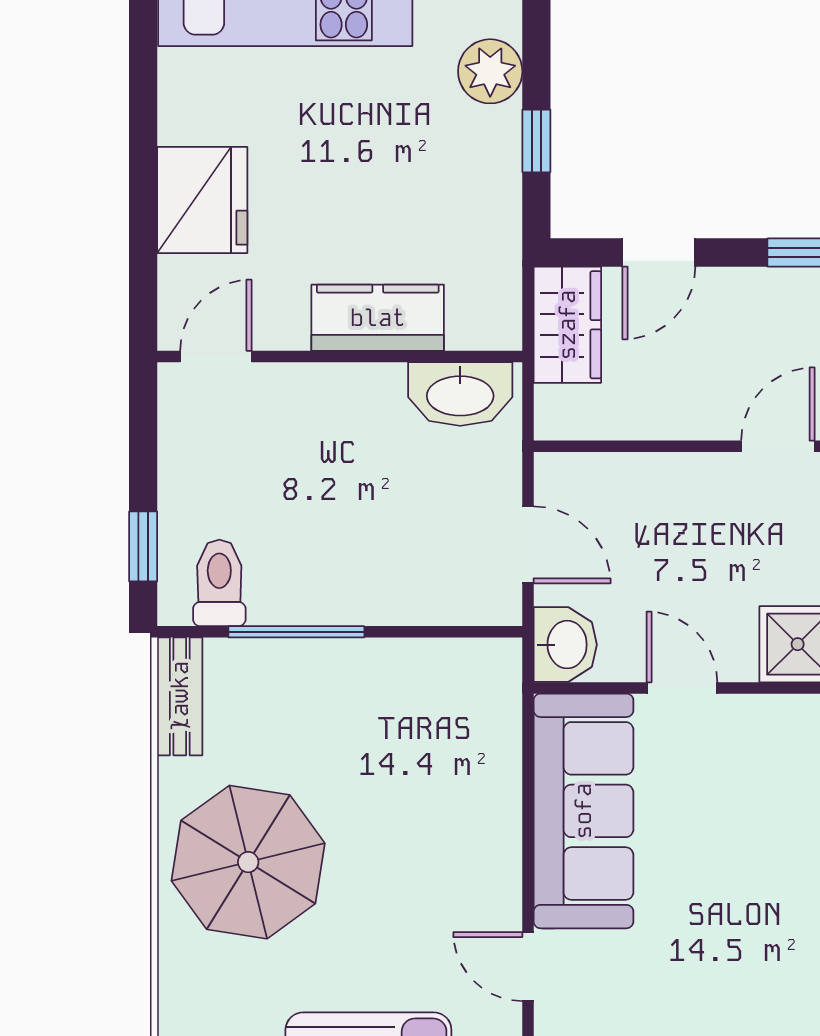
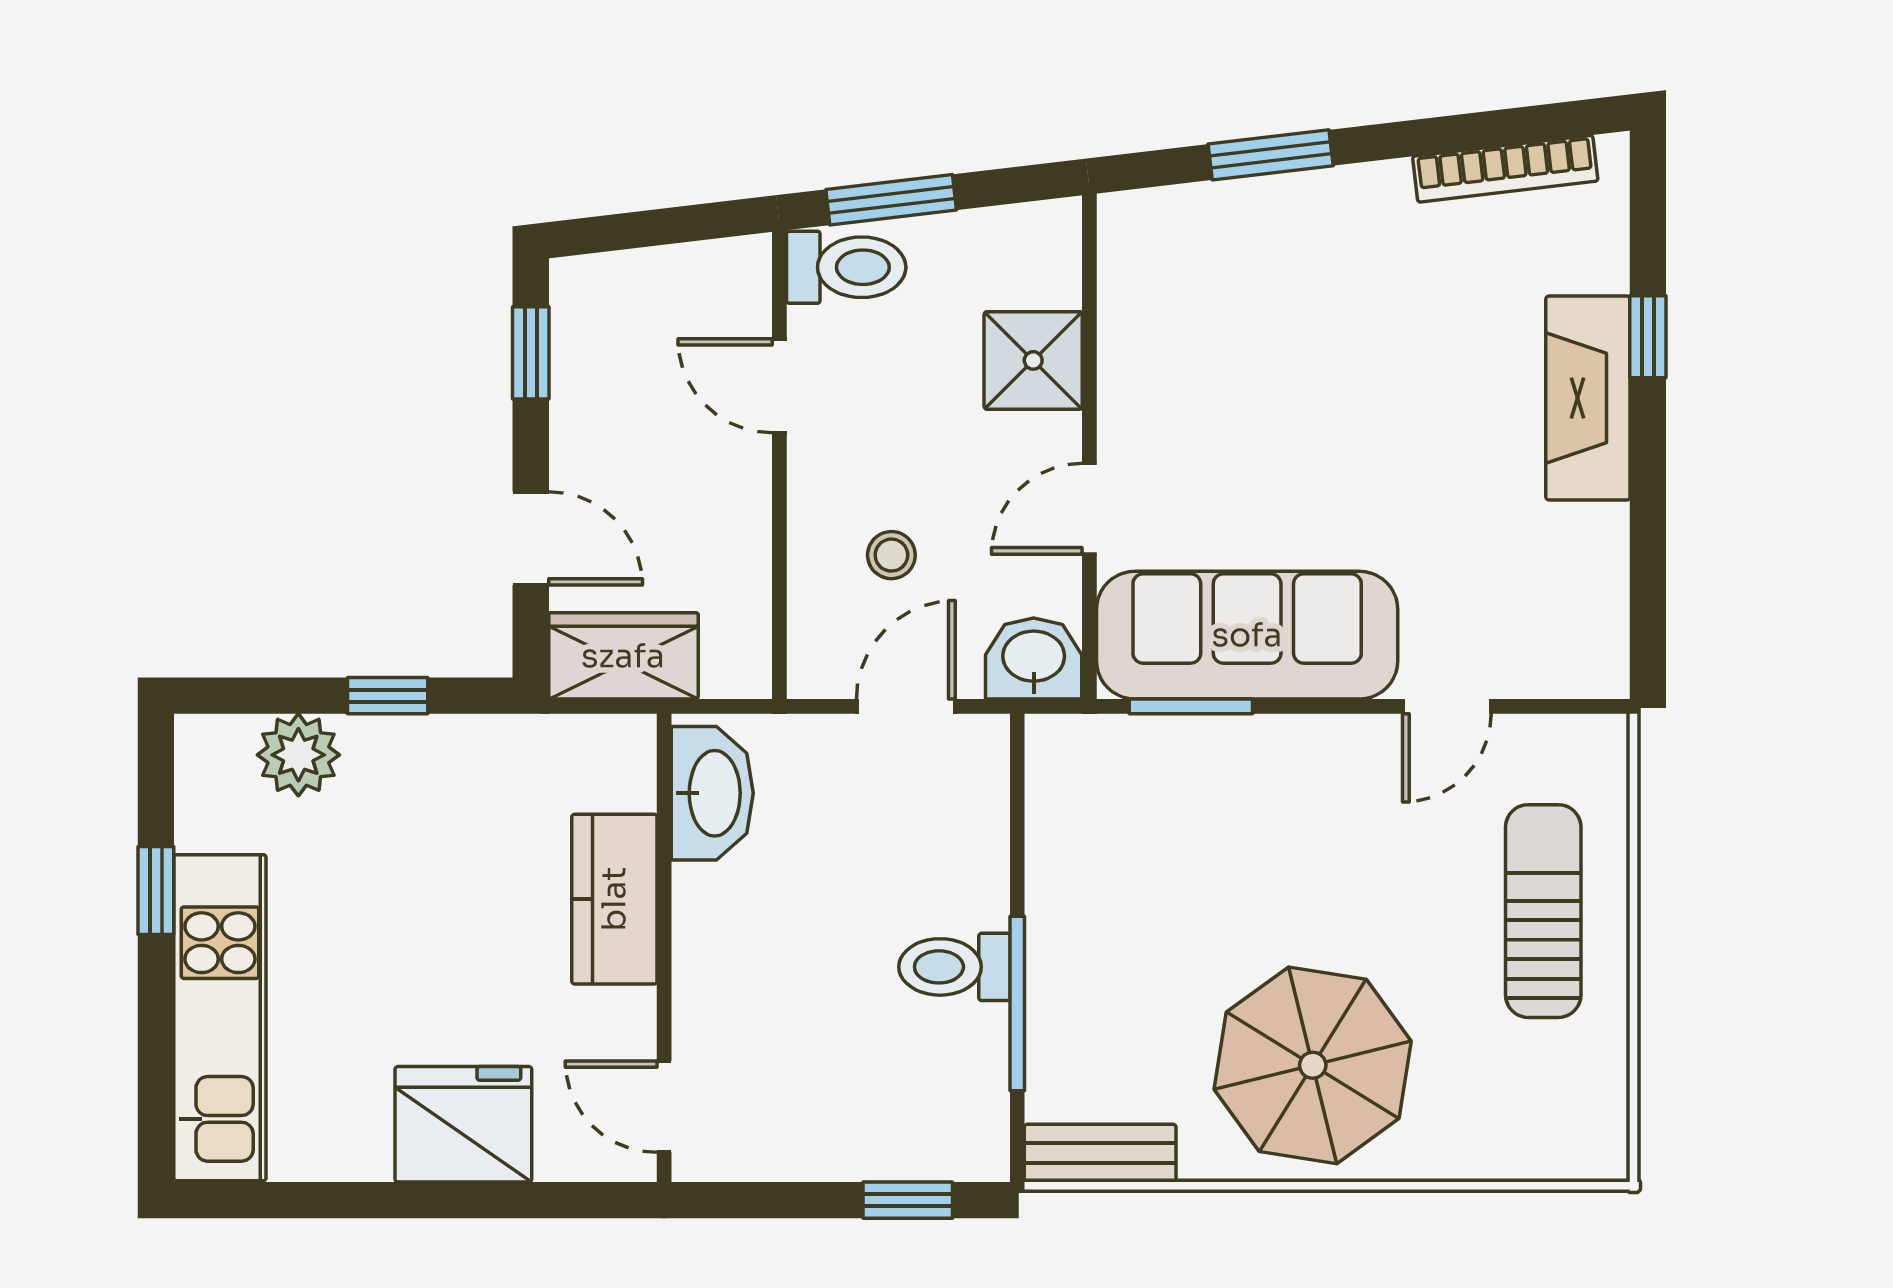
stool: (646, 534) -> (891, 555), added
toilet: (219, 583) -> (955, 967), moved
window: (528, 767) -> (1191, 706), added

